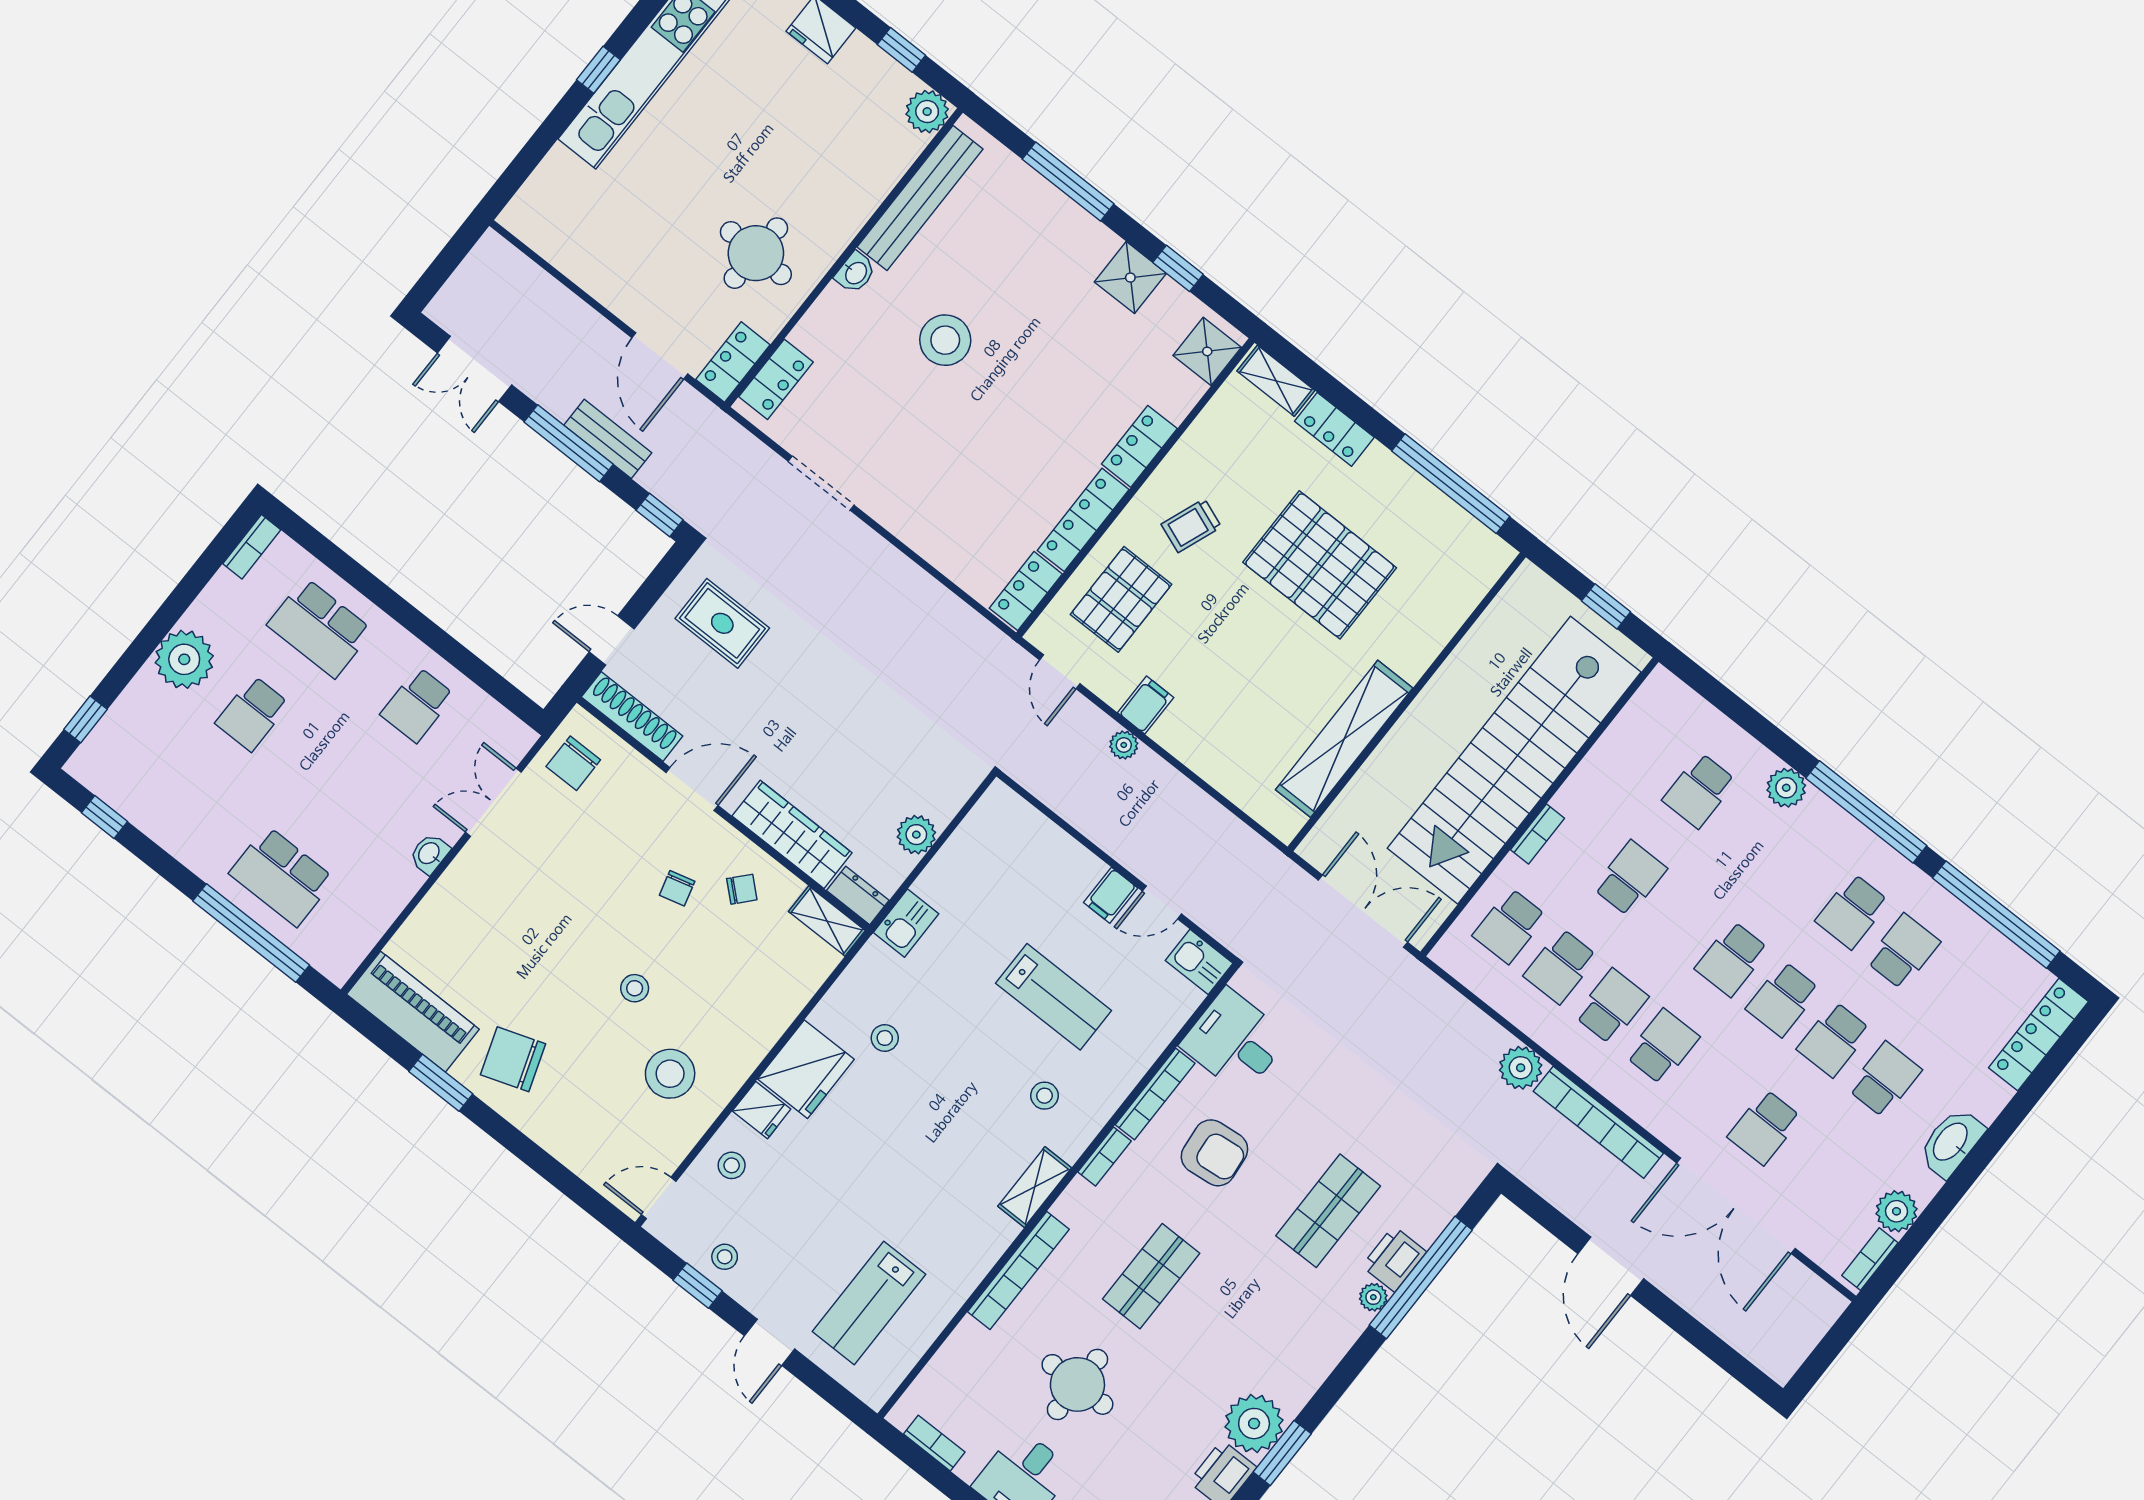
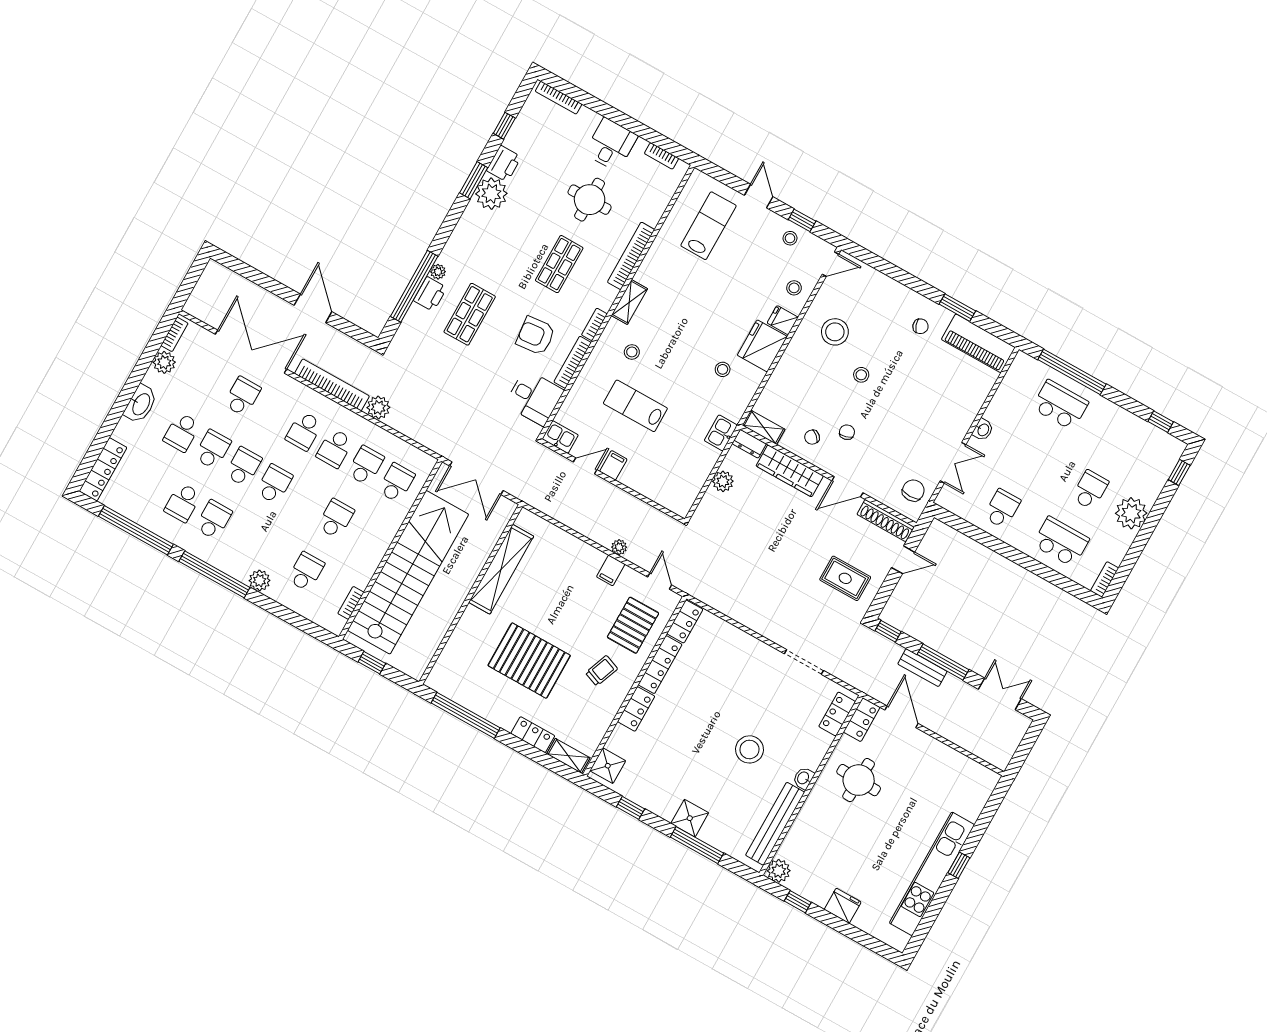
shower: (1130, 278) -> (690, 818), moved
bookcase: (1537, 834) -> (351, 603), moved
school desk: (1630, 878) -> (336, 519), turned 180
chair: (513, 1059) -> (920, 326), width x0.54, depth x0.54

